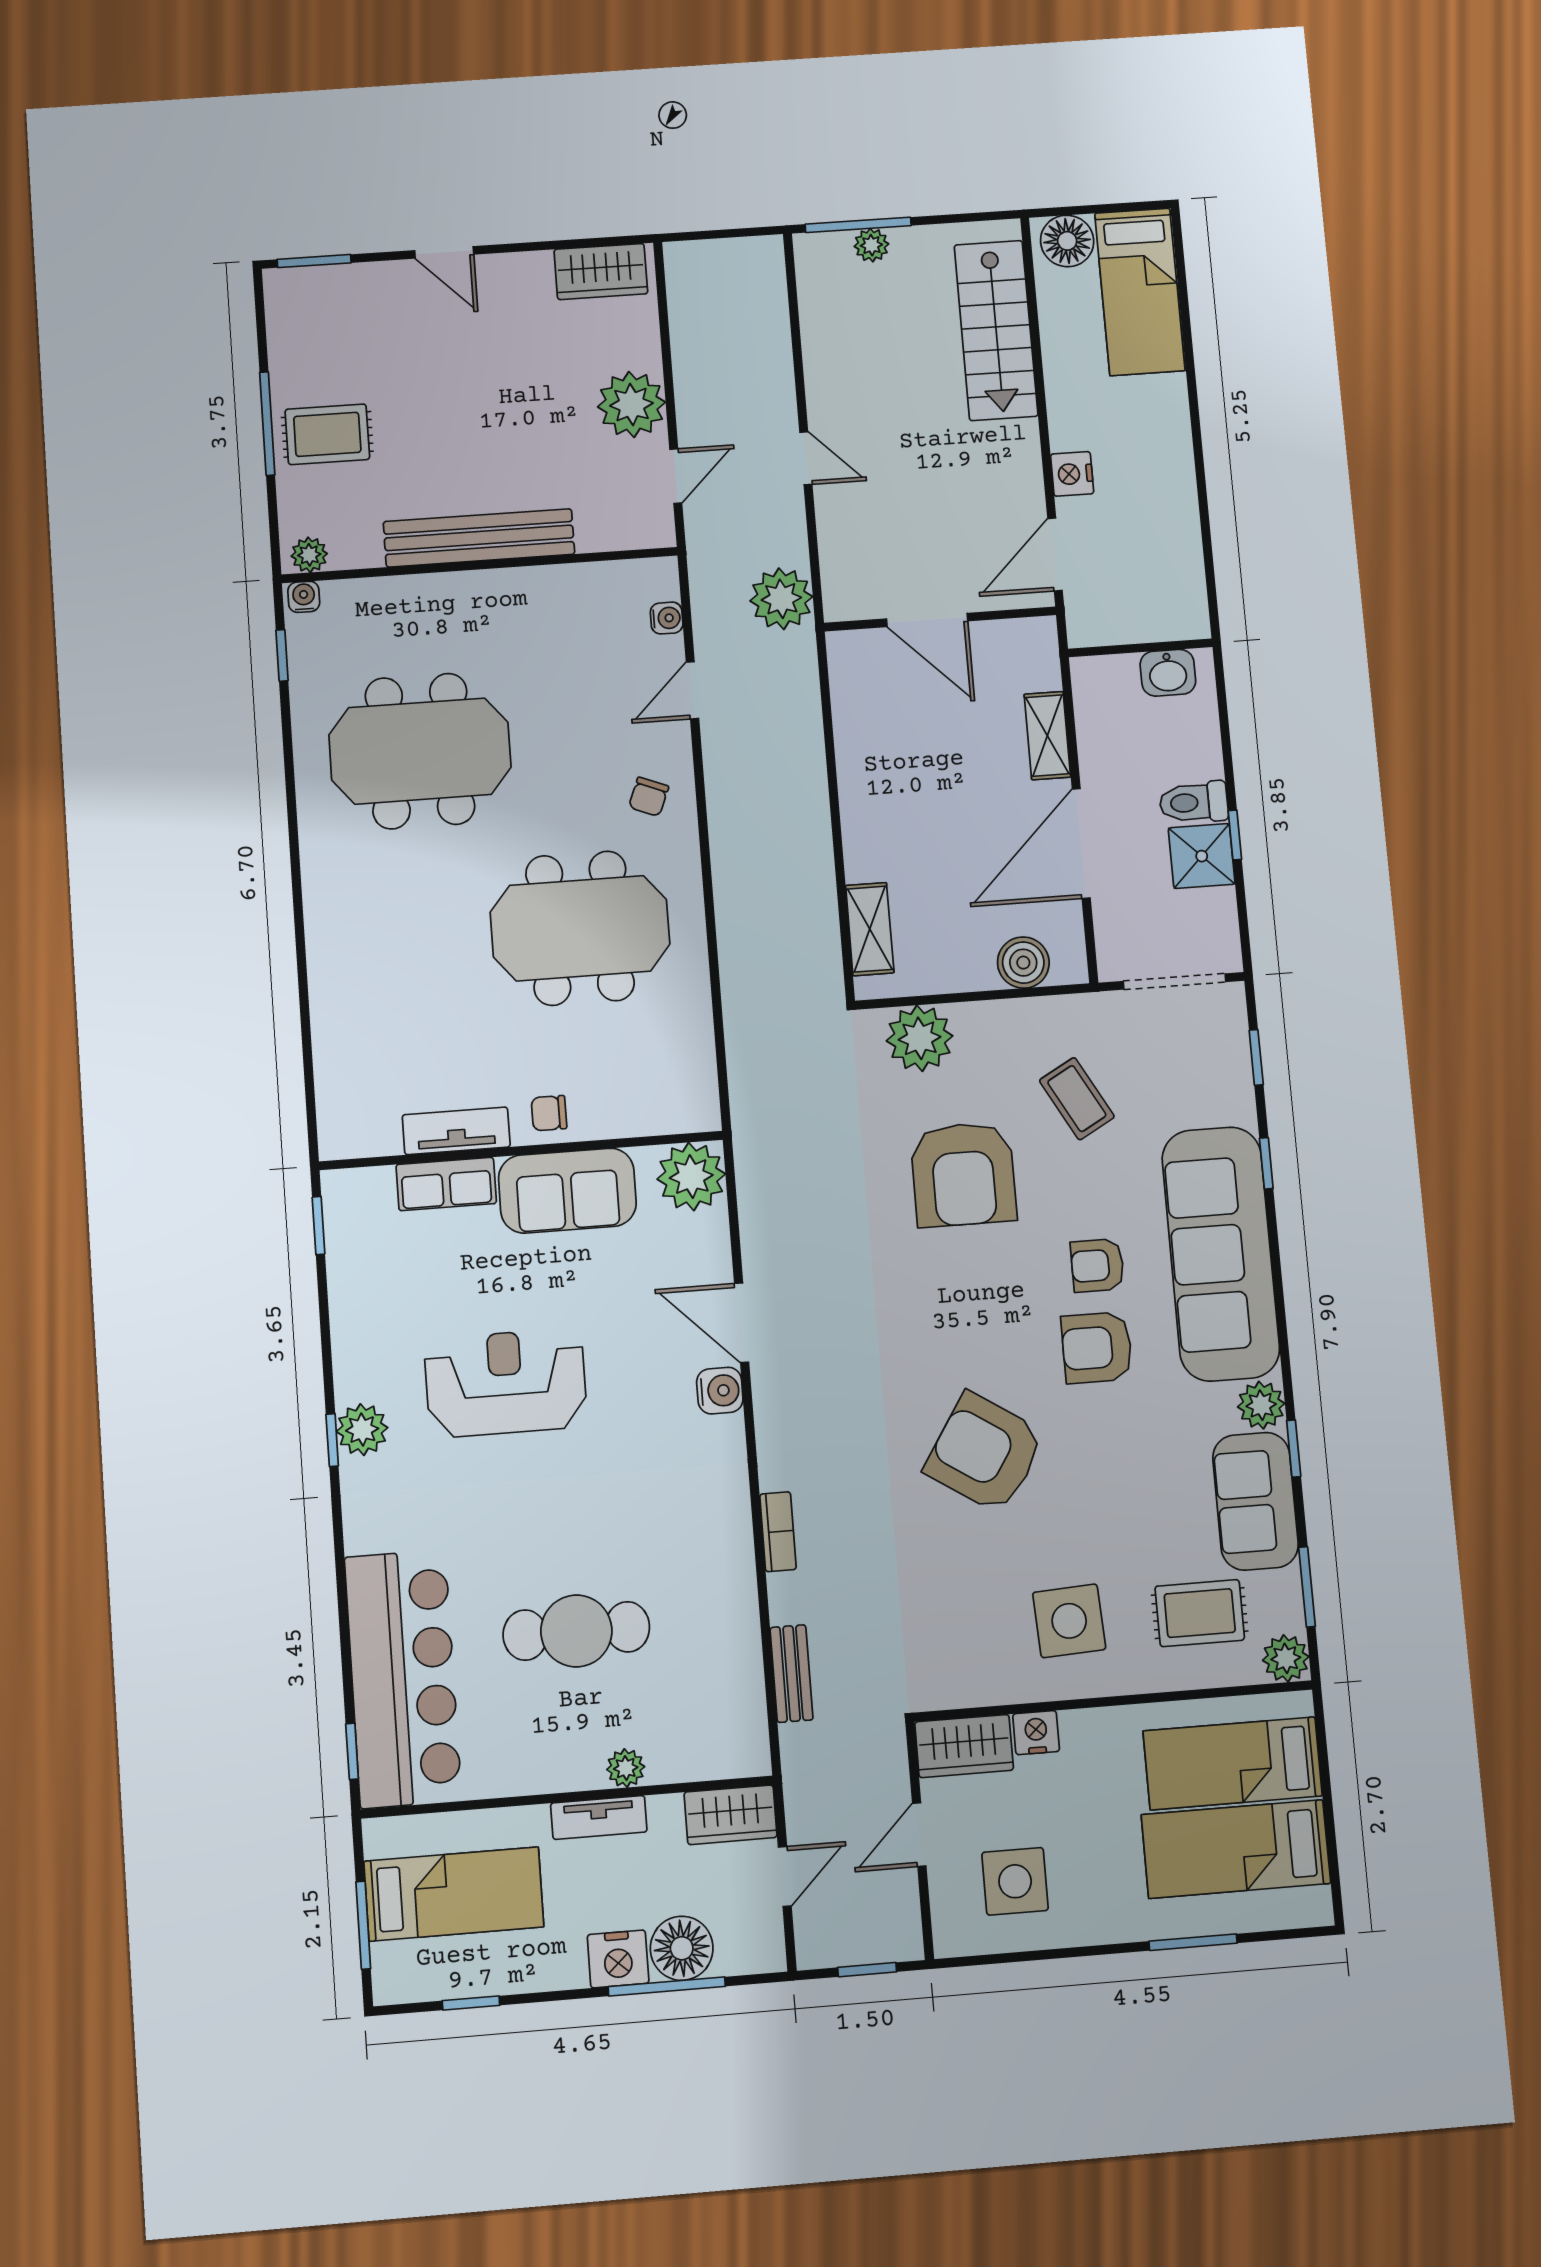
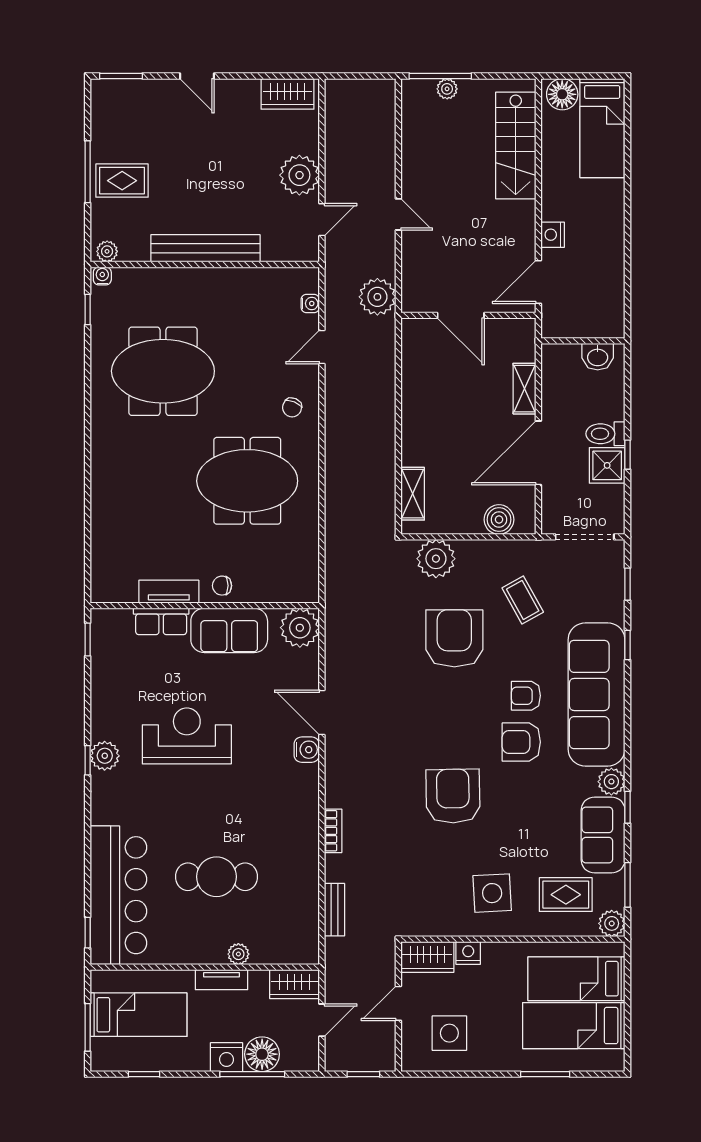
armchair: (963, 1174) -> (454, 638), turned 180
armchair: (985, 1453) -> (453, 796), turned 56

